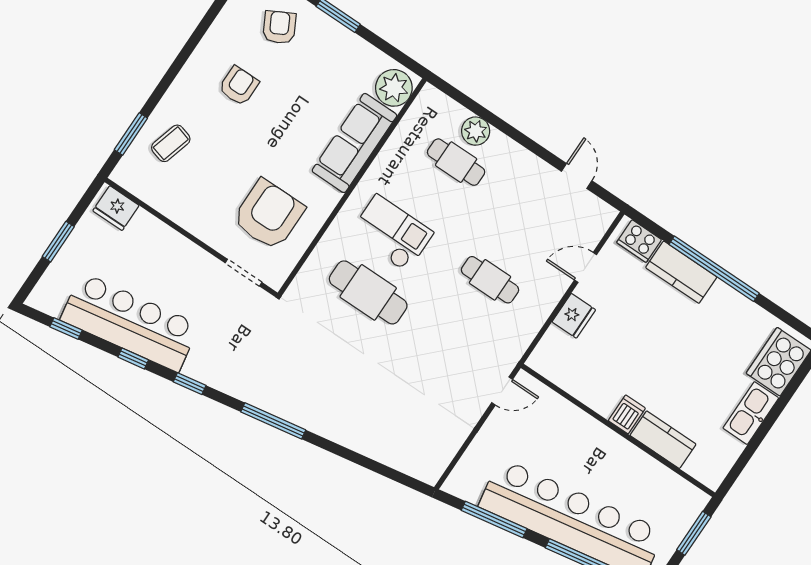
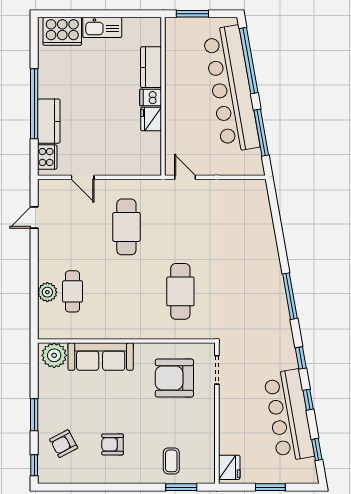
coffee table: (171, 143) -> (171, 461), turned 74
checkout: (392, 233) -> (138, 301), removed
cafe table: (490, 280) -> (126, 227), width x1.37, depth x1.35
fridge: (574, 316) -> (151, 119), moved, turned -90

